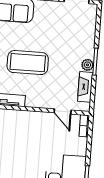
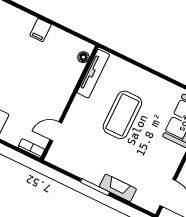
plant: (87, 65) -> (95, 177), removed
fireplace: (85, 87) -> (118, 188), moved

